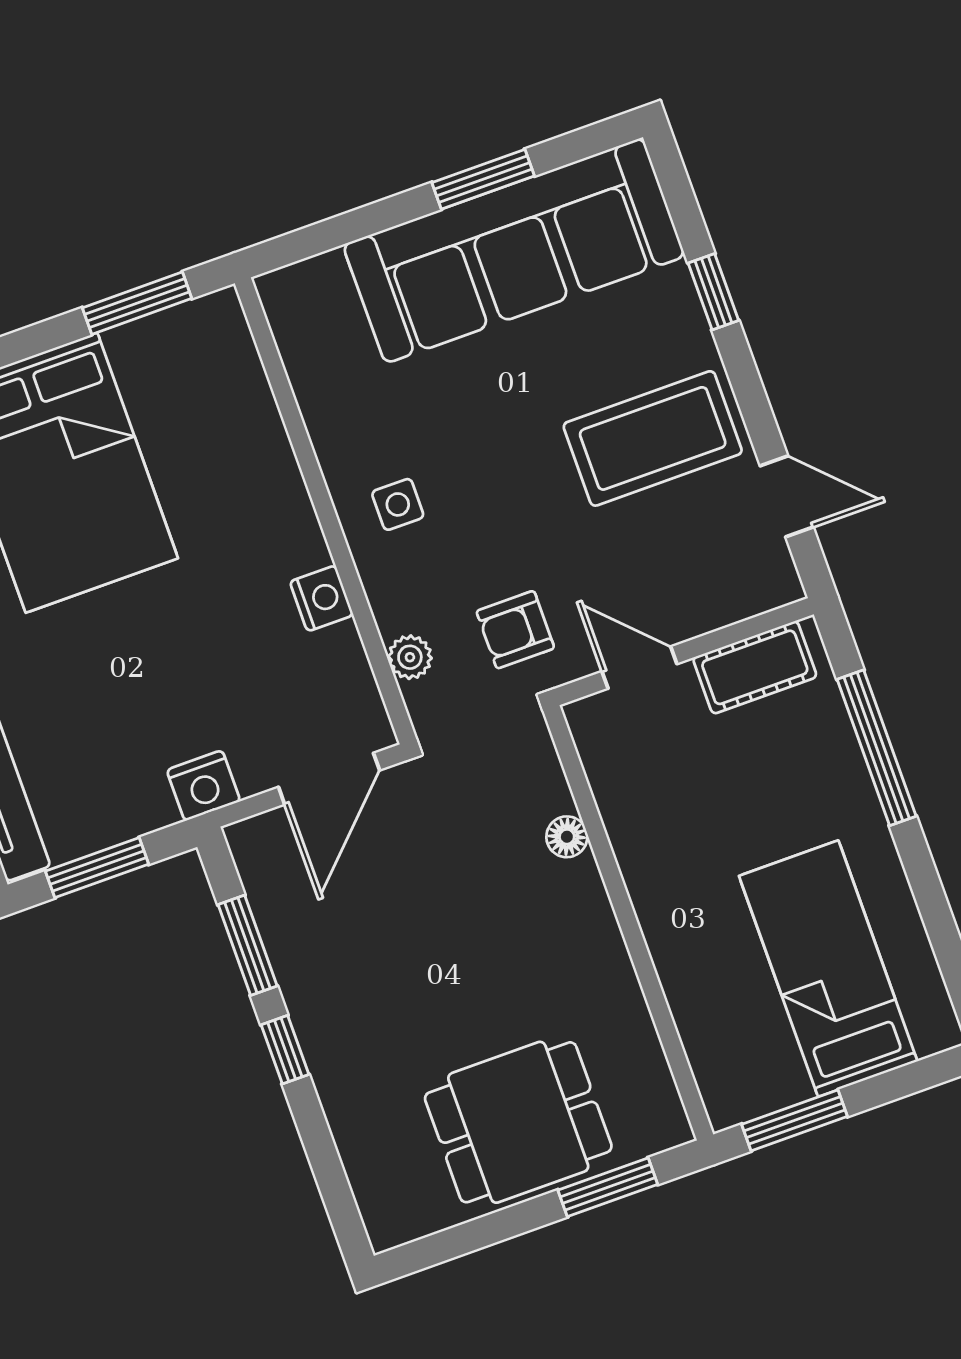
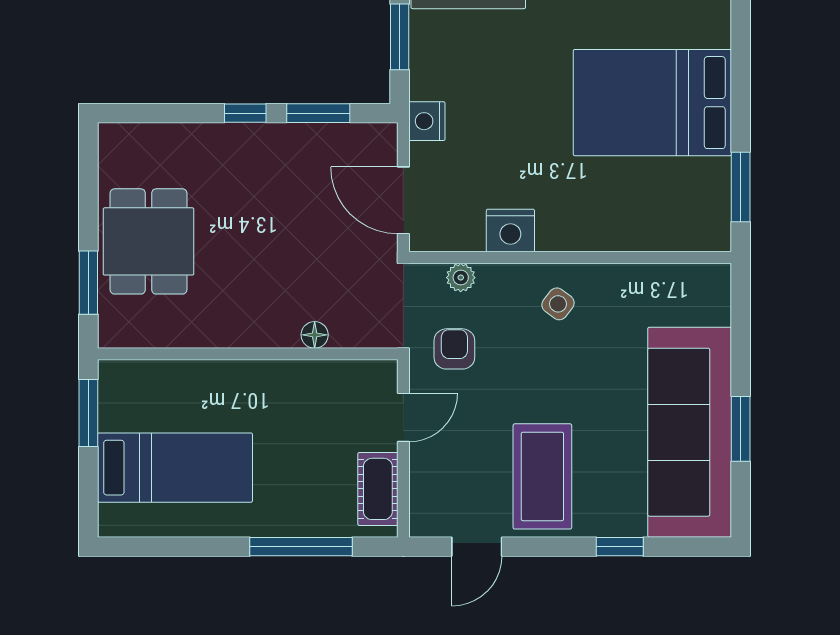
side table: (398, 504) -> (558, 304), turned 37
nightstand: (322, 598) -> (510, 231), width x1.36, depth x1.33

